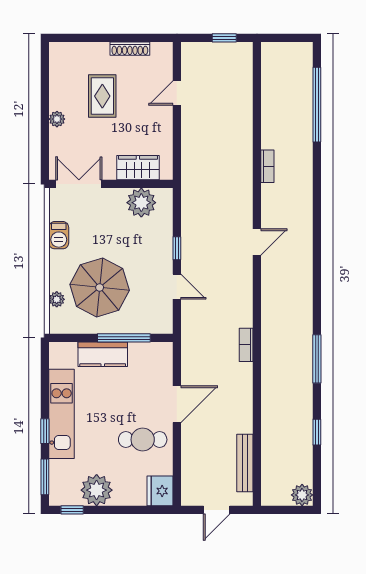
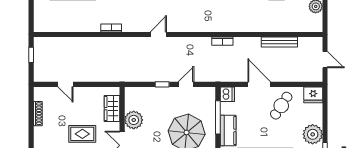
rug: (102, 96) -> (82, 134), moved
plant: (141, 203) -> (134, 120), moved
door: (257, 242) -> (158, 34), hinge flipped
dishwasher: (161, 353) -> (227, 94), added
cafe table: (143, 440) -> (281, 106), turned 33
bench: (245, 463) -> (279, 42), moved

